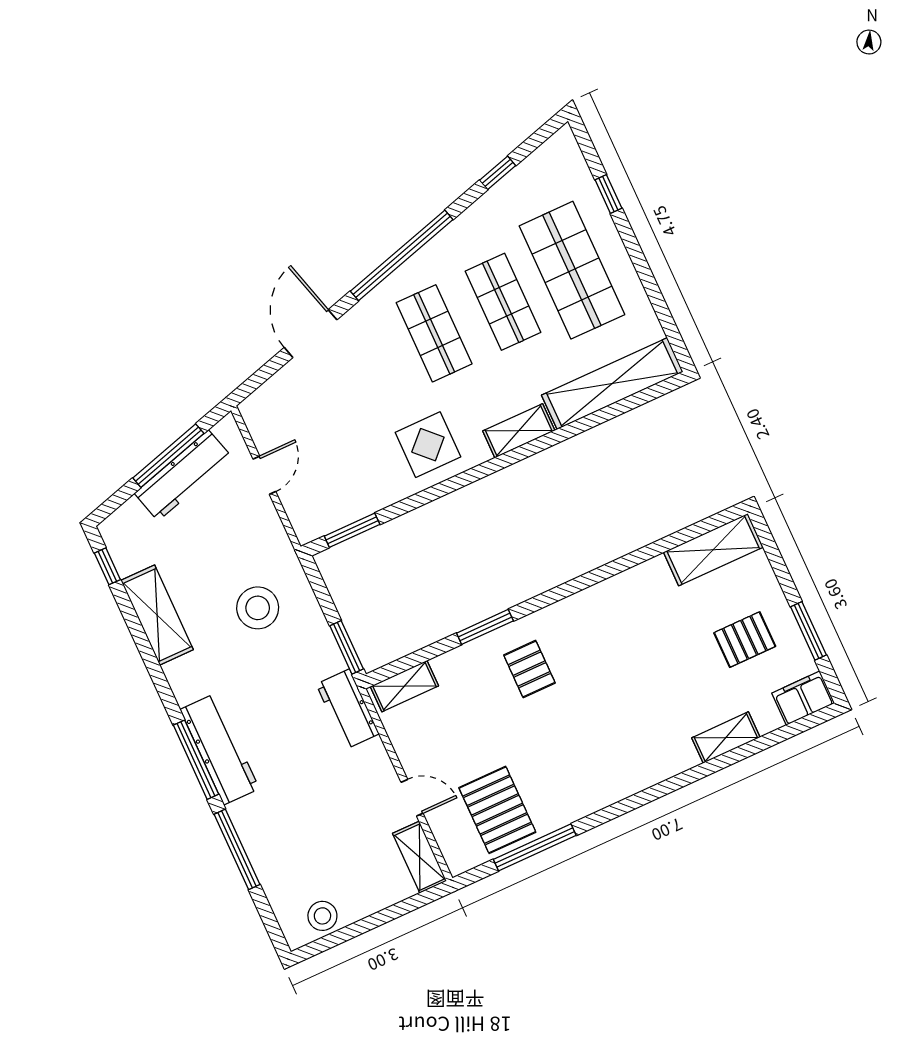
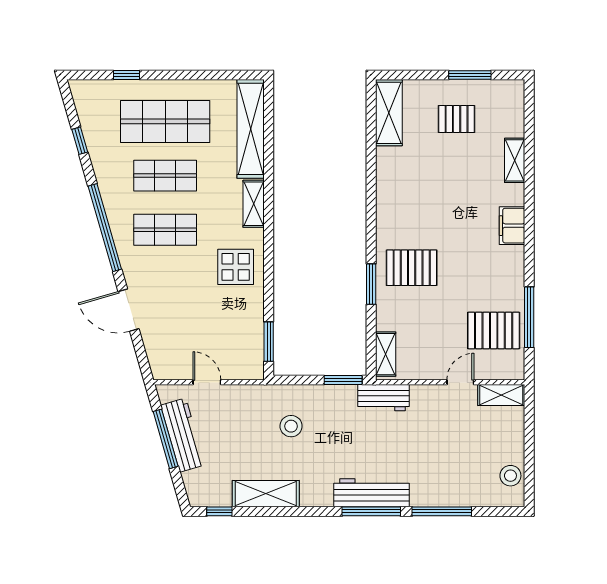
stool: (258, 608) -> (291, 426), width x0.73, depth x0.73
pallet: (745, 640) -> (457, 119), turned 90
pallet: (529, 669) -> (412, 268), width x1.50, depth x1.42
filing cabinet: (803, 698) -> (512, 226), moved

